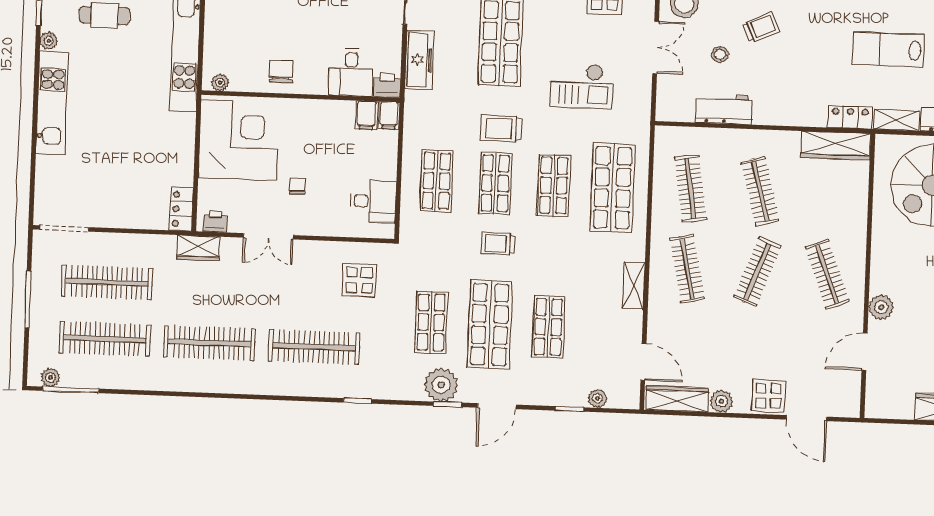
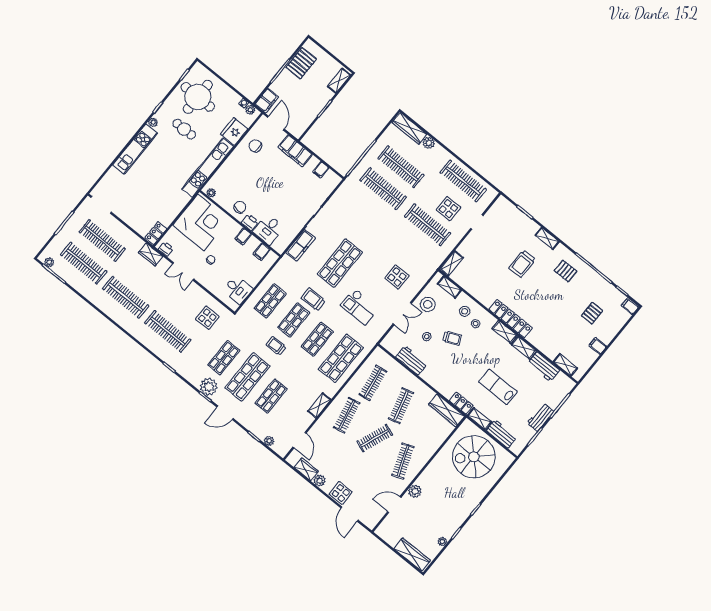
printer: (387, 86) -> (250, 222), moved
filing cabinet: (389, 115) -> (243, 236), moved
wardrobe: (677, 399) -> (306, 469), width x0.67

